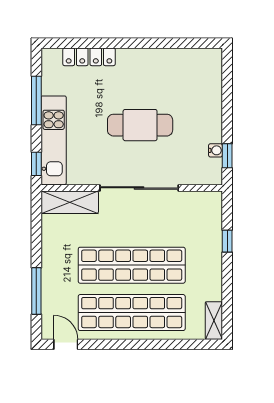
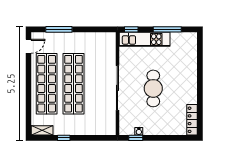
locker: (89, 57) -> (192, 120), moved
shelving: (70, 202) -> (109, 48), removed
window: (227, 241) -> (64, 138), moved

